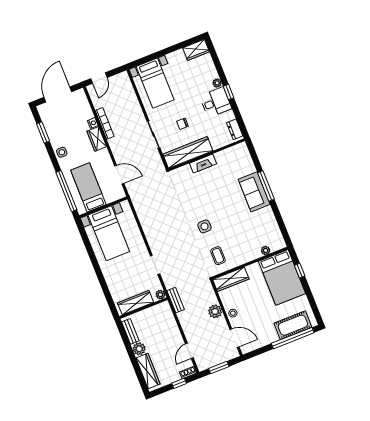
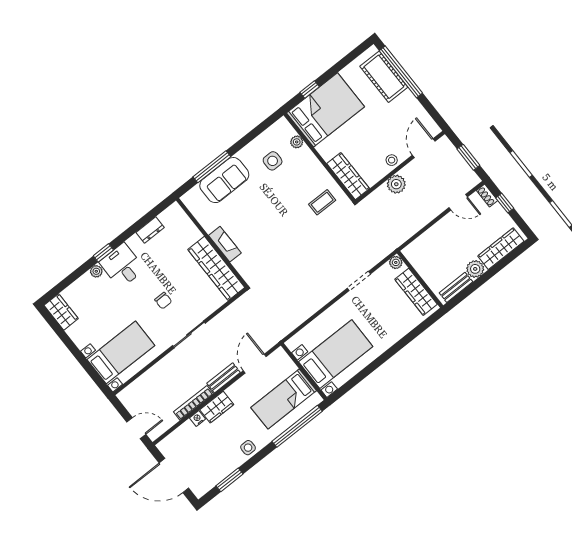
wardrobe: (188, 152) -> (216, 268), moved
wall: (207, 155) -> (212, 243), moved
fireplace: (203, 164) -> (225, 244), moved
side table: (204, 226) -> (273, 161), moved
bench: (176, 300) -> (224, 378), moved

